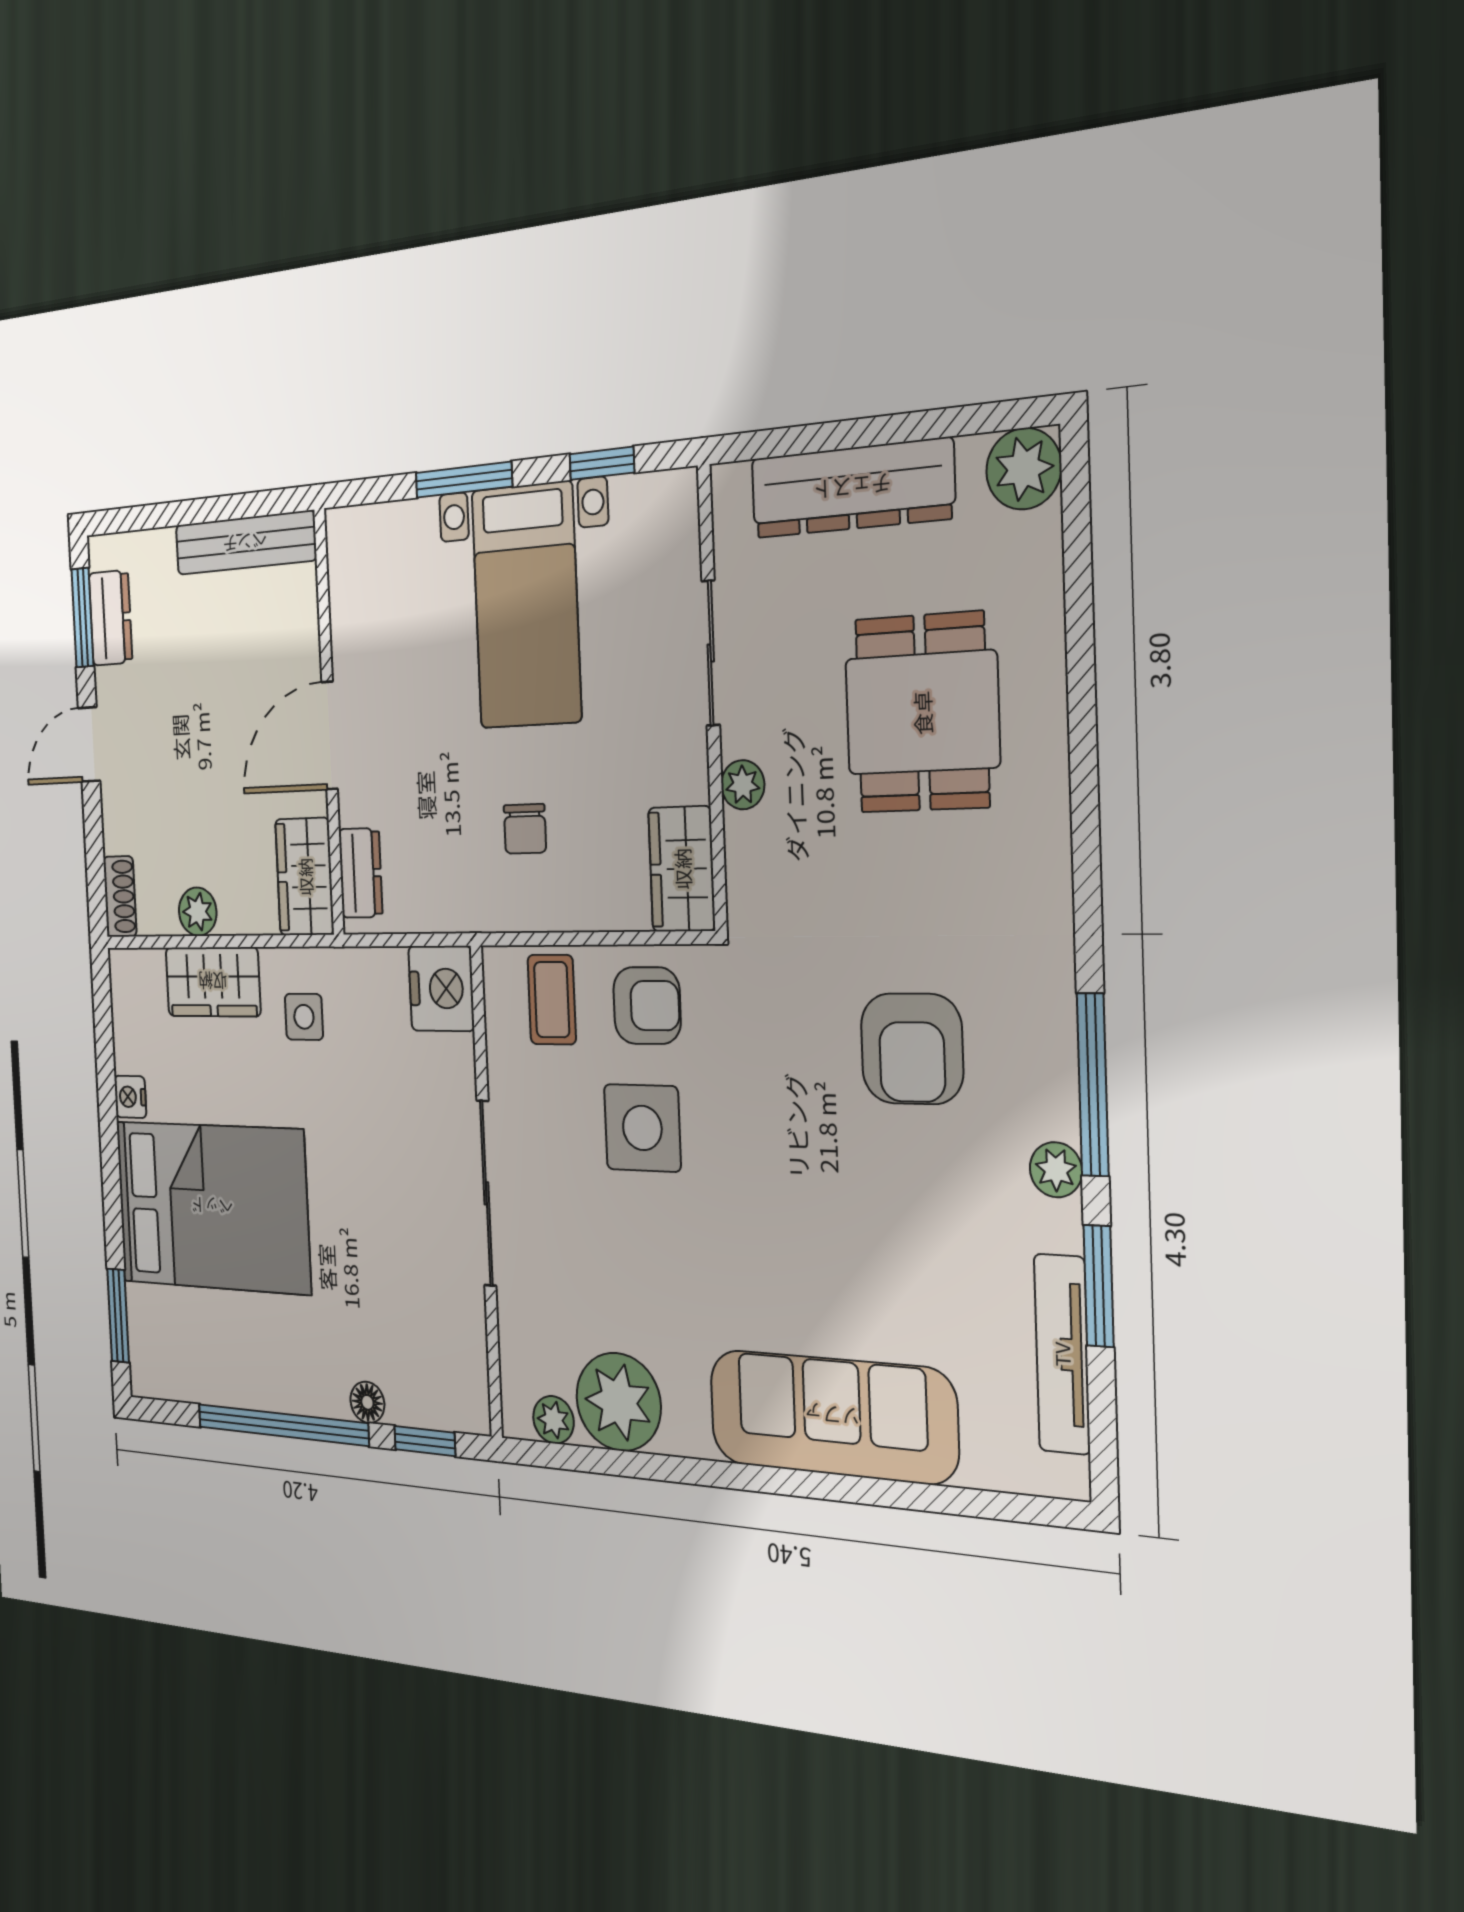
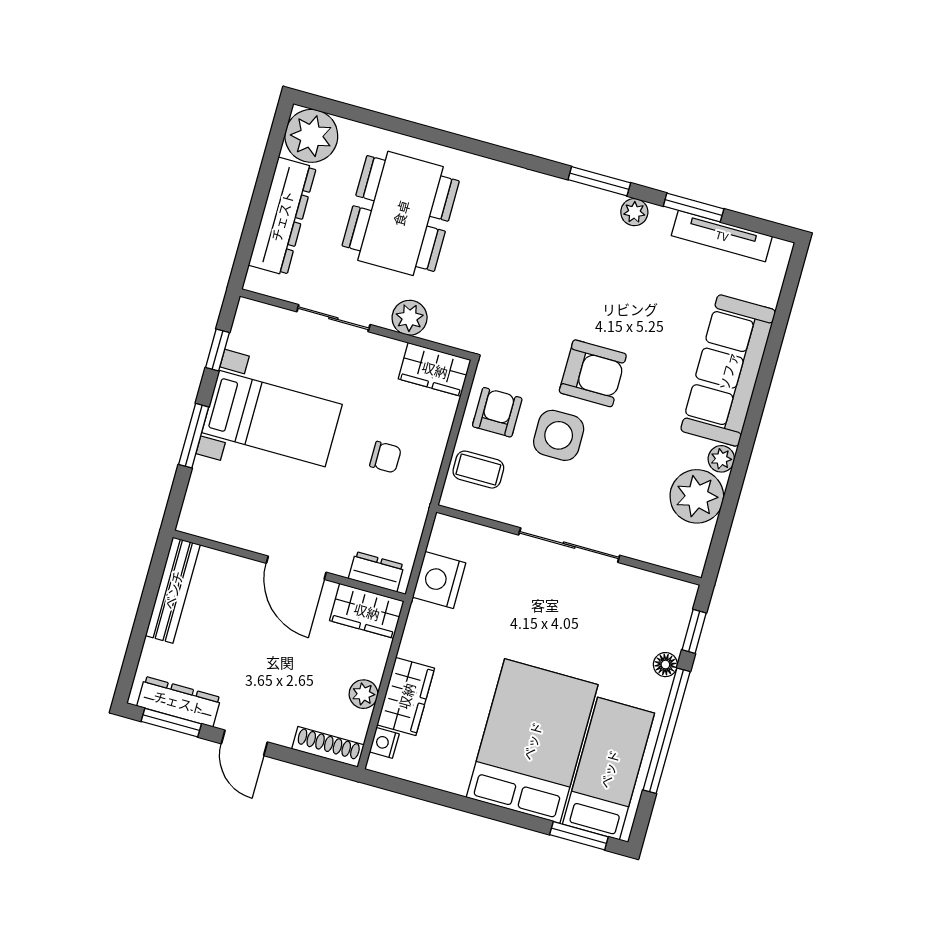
plant: (1024, 469) -> (311, 136), width x1.36, depth x1.36
dresser: (110, 618) -> (179, 702), width x1.44
dining table: (922, 713) -> (401, 213), width x1.38
plant: (743, 785) -> (410, 318), width x1.38, depth x1.38
shoe rack: (120, 897) -> (328, 747), width x1.43
nightstand: (441, 988) -> (439, 580), moved, turned -90
side table: (304, 1017) -> (443, 637), removed
armchair: (912, 1049) -> (593, 373), moved
window: (1093, 1085) -> (599, 181), width x0.69
nightstand: (130, 1097) -> (384, 743), moved, turned 90
bed: (211, 1341) -> (609, 769), added
plant: (553, 1420) -> (721, 459), moved

